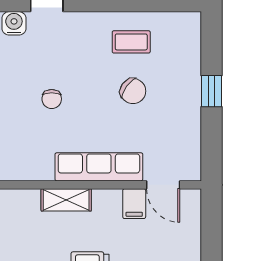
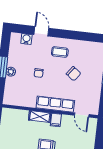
coffee table: (131, 42) -> (60, 52), moved
filing cabinet: (134, 204) -> (56, 120), moved

